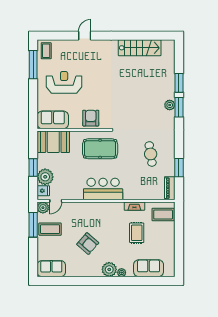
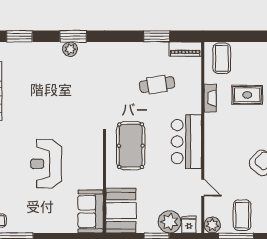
reception desk: (64, 82) -> (46, 164), moved
window: (179, 83) -> (19, 36), moved
armchair: (91, 118) -> (88, 159), removed
cafe table: (151, 154) -> (157, 85), moved
door: (56, 201) -> (203, 188), moved

